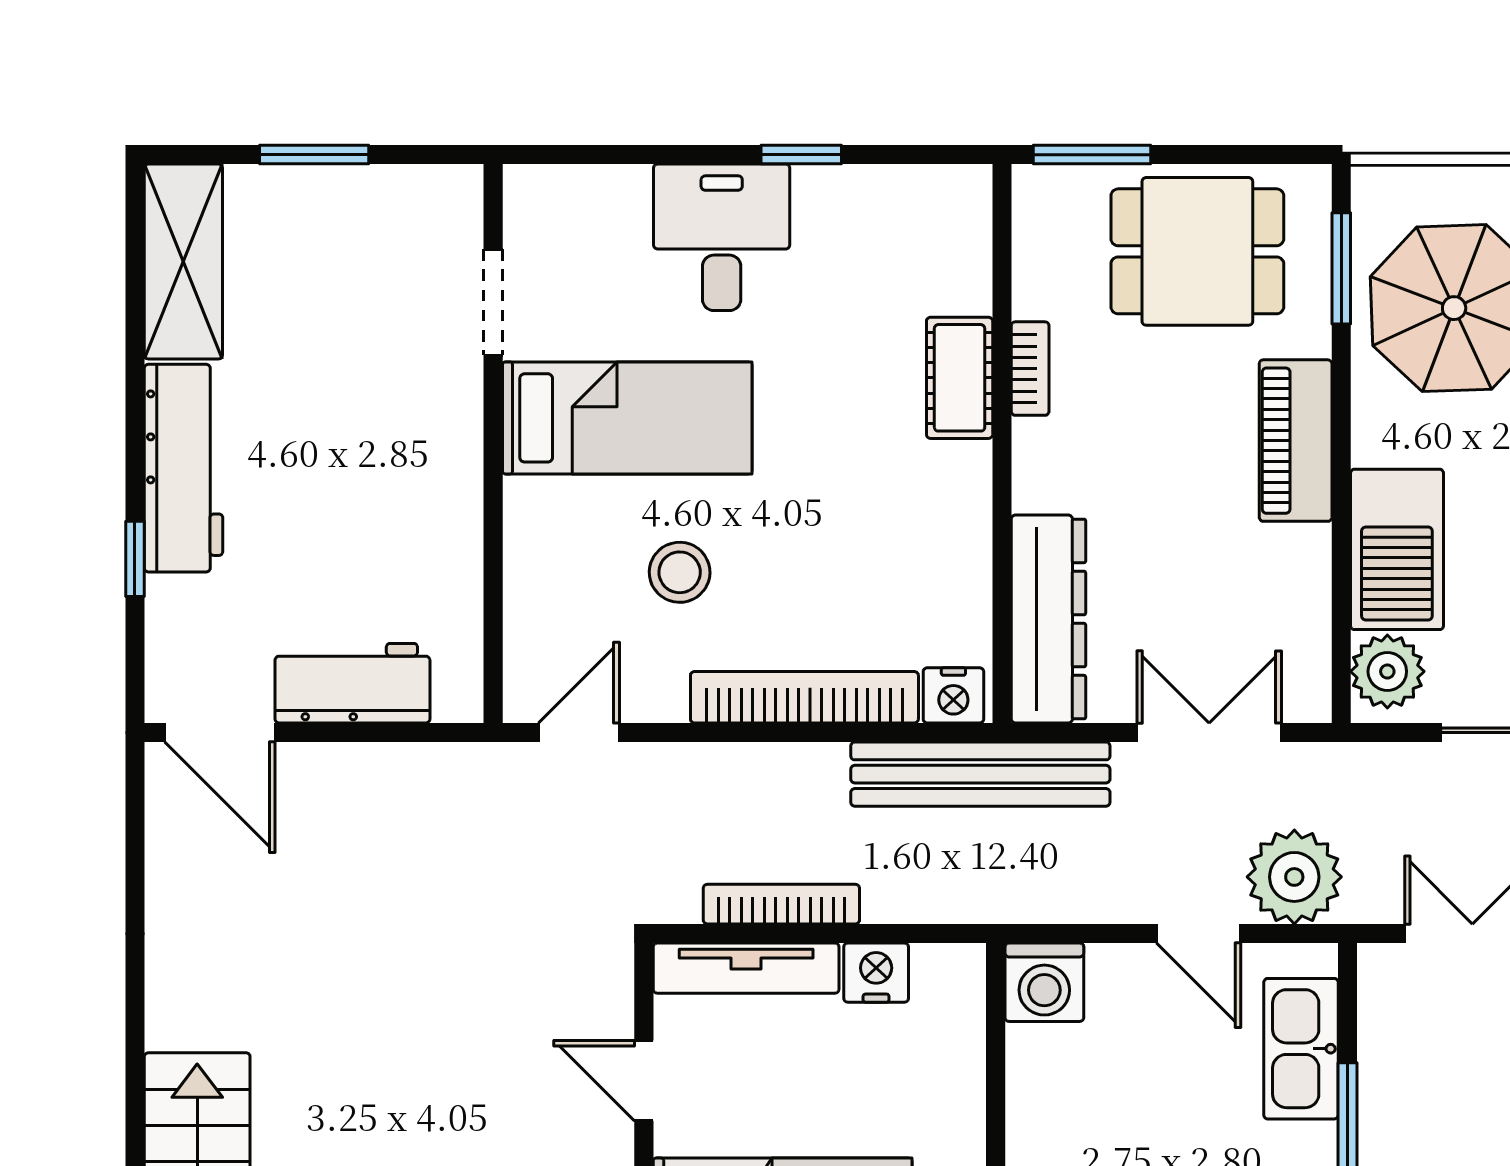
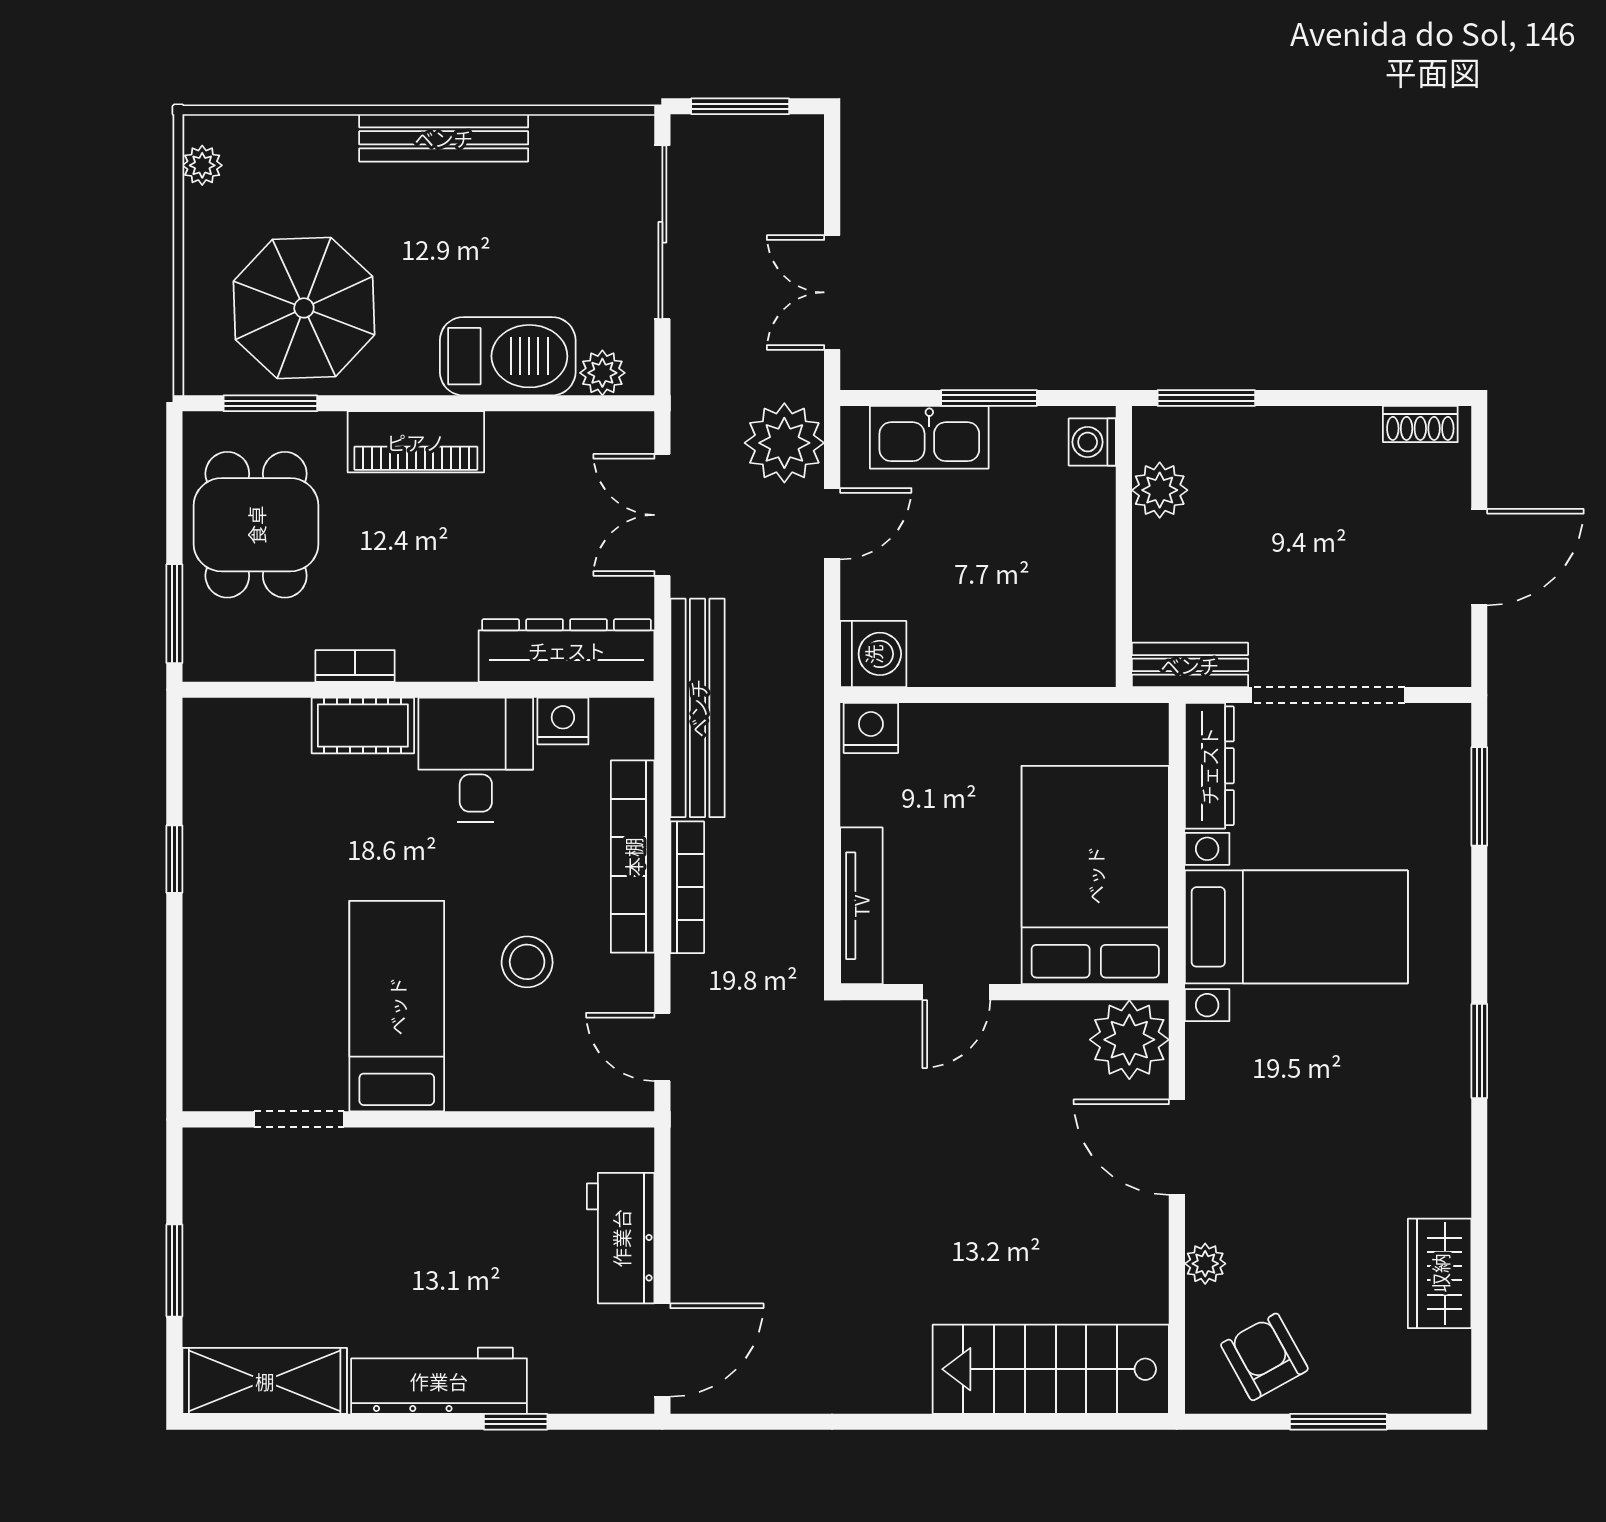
desk: (722, 237) -> (476, 760), moved, turned 90
plant: (1387, 671) -> (602, 373), width x0.73, depth x0.73
nightstand: (953, 695) -> (563, 721), moved, turned -90
bookcase: (781, 904) -> (687, 887), moved, turned 180
nightstand: (876, 973) -> (871, 728), moved, turned 90

